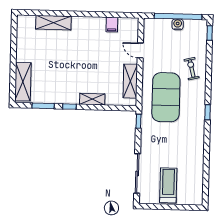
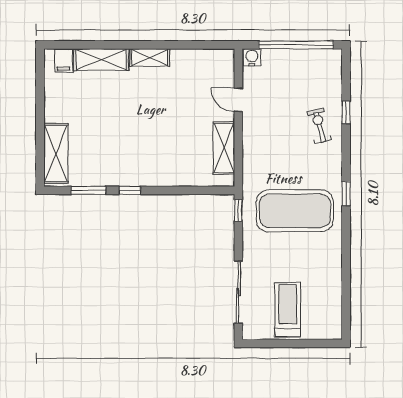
water cooler: (178, 24) -> (252, 57), moved
filing cabinet: (112, 25) -> (63, 60), moved
window: (210, 33) -> (346, 112), moved
exercise mat: (166, 97) -> (295, 211), moved, turned 90
shelving: (92, 99) -> (150, 58), moved

